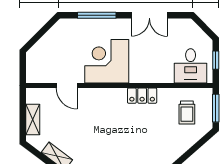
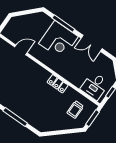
corner desk: (107, 61) -> (58, 40), moved, turned 180
door: (67, 86) -> (21, 50), swing flipped

